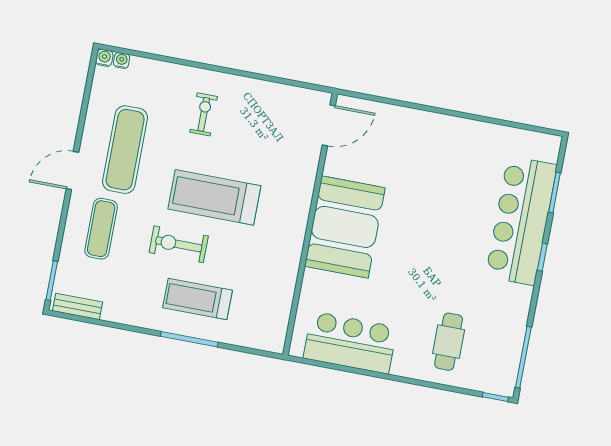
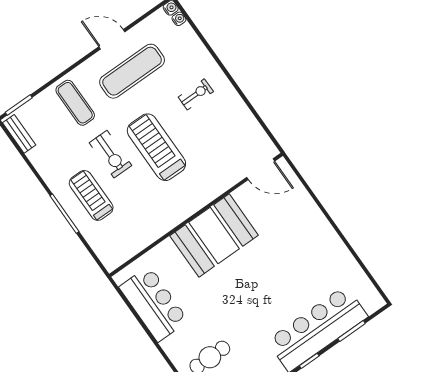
door: (72, 171) -> (112, 39), moved
exercise mat: (101, 229) -> (75, 103), turned 90
exercise bike: (179, 244) -> (110, 154), turned 180

